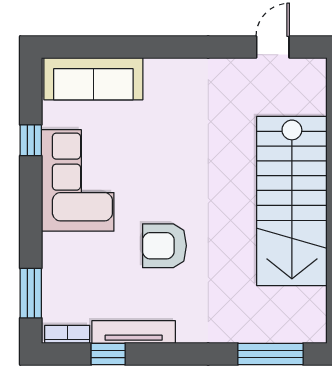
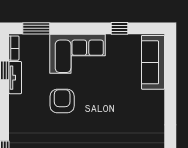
corner sofa: (78, 180) -> (77, 54), moved
tv unit: (134, 332) -> (15, 78), width x0.71

